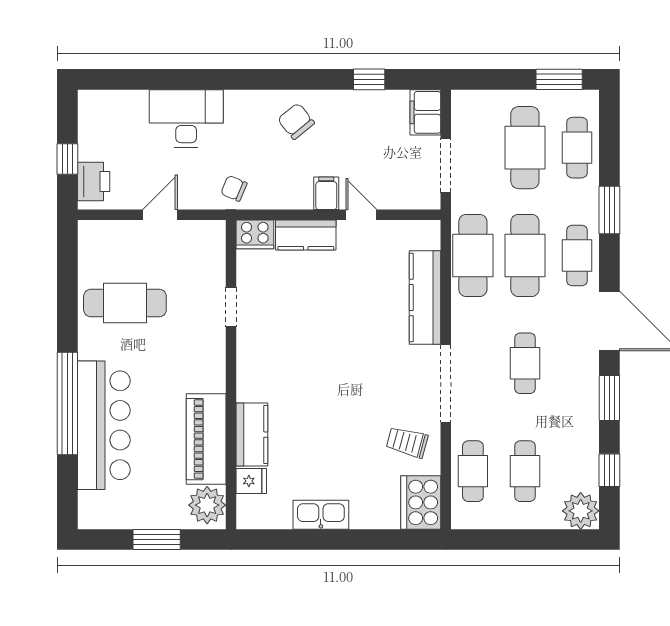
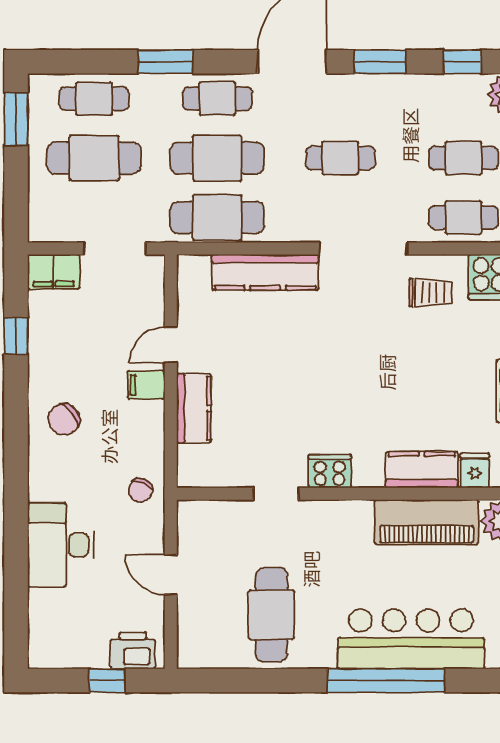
cooker: (255, 234) -> (330, 471), moved, turned -90
trolley: (407, 442) -> (430, 293), turned -105

